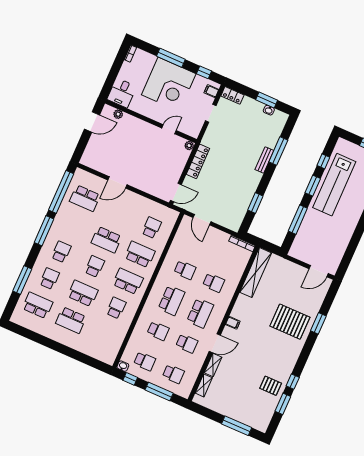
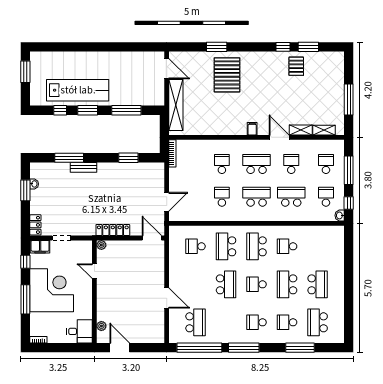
filing cabinet: (211, 91) -> (40, 247), width x2.00
shelving: (256, 273) -> (176, 105), moved, turned 90
school desk: (158, 331) -> (291, 197), width x1.85
window: (237, 426) -> (349, 99), moved

